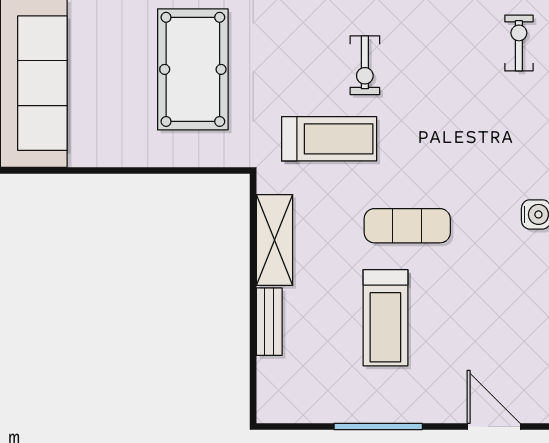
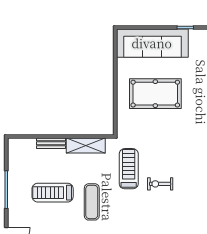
pool table: (193, 69) -> (155, 94), moved
treadmill: (329, 139) -> (129, 169), turned 180

